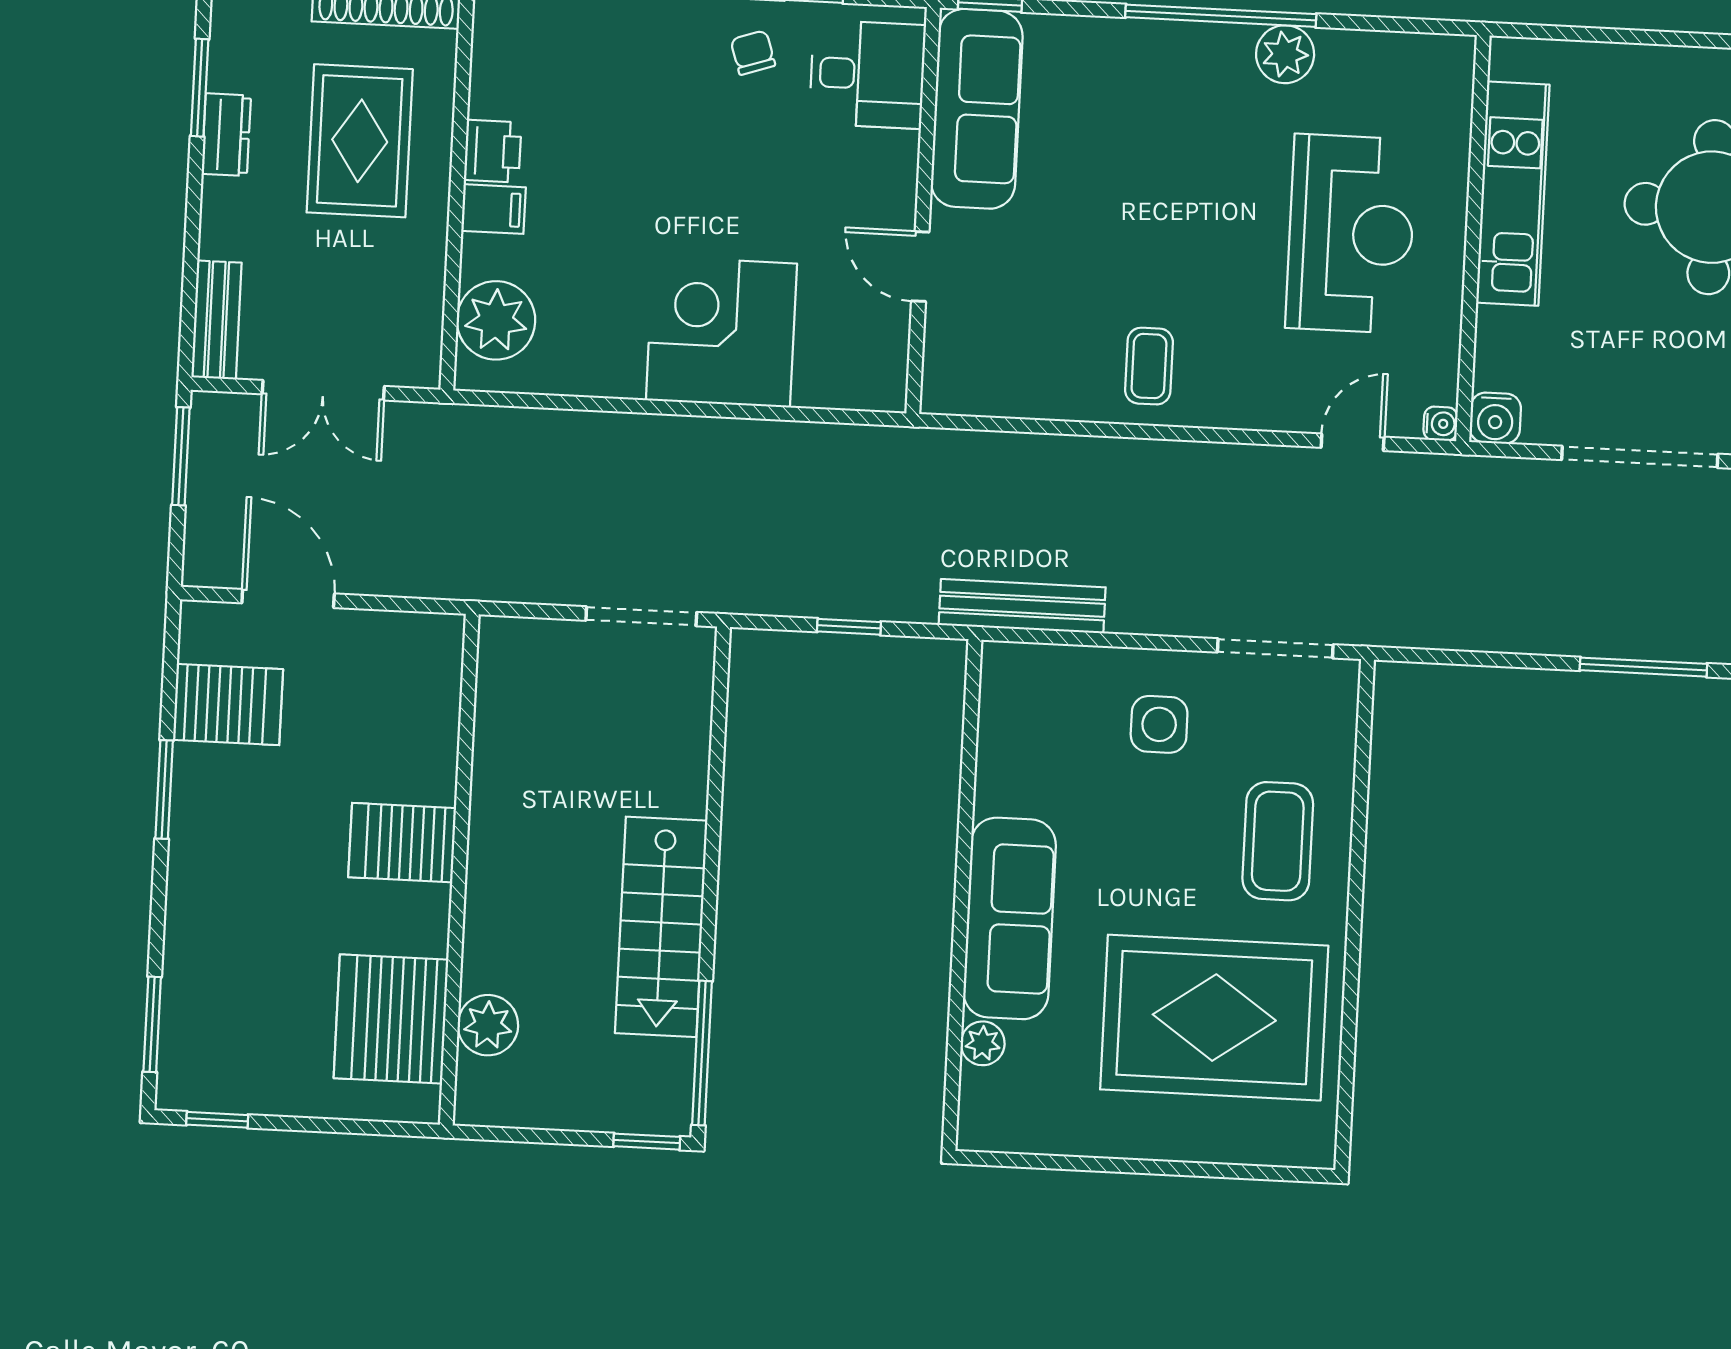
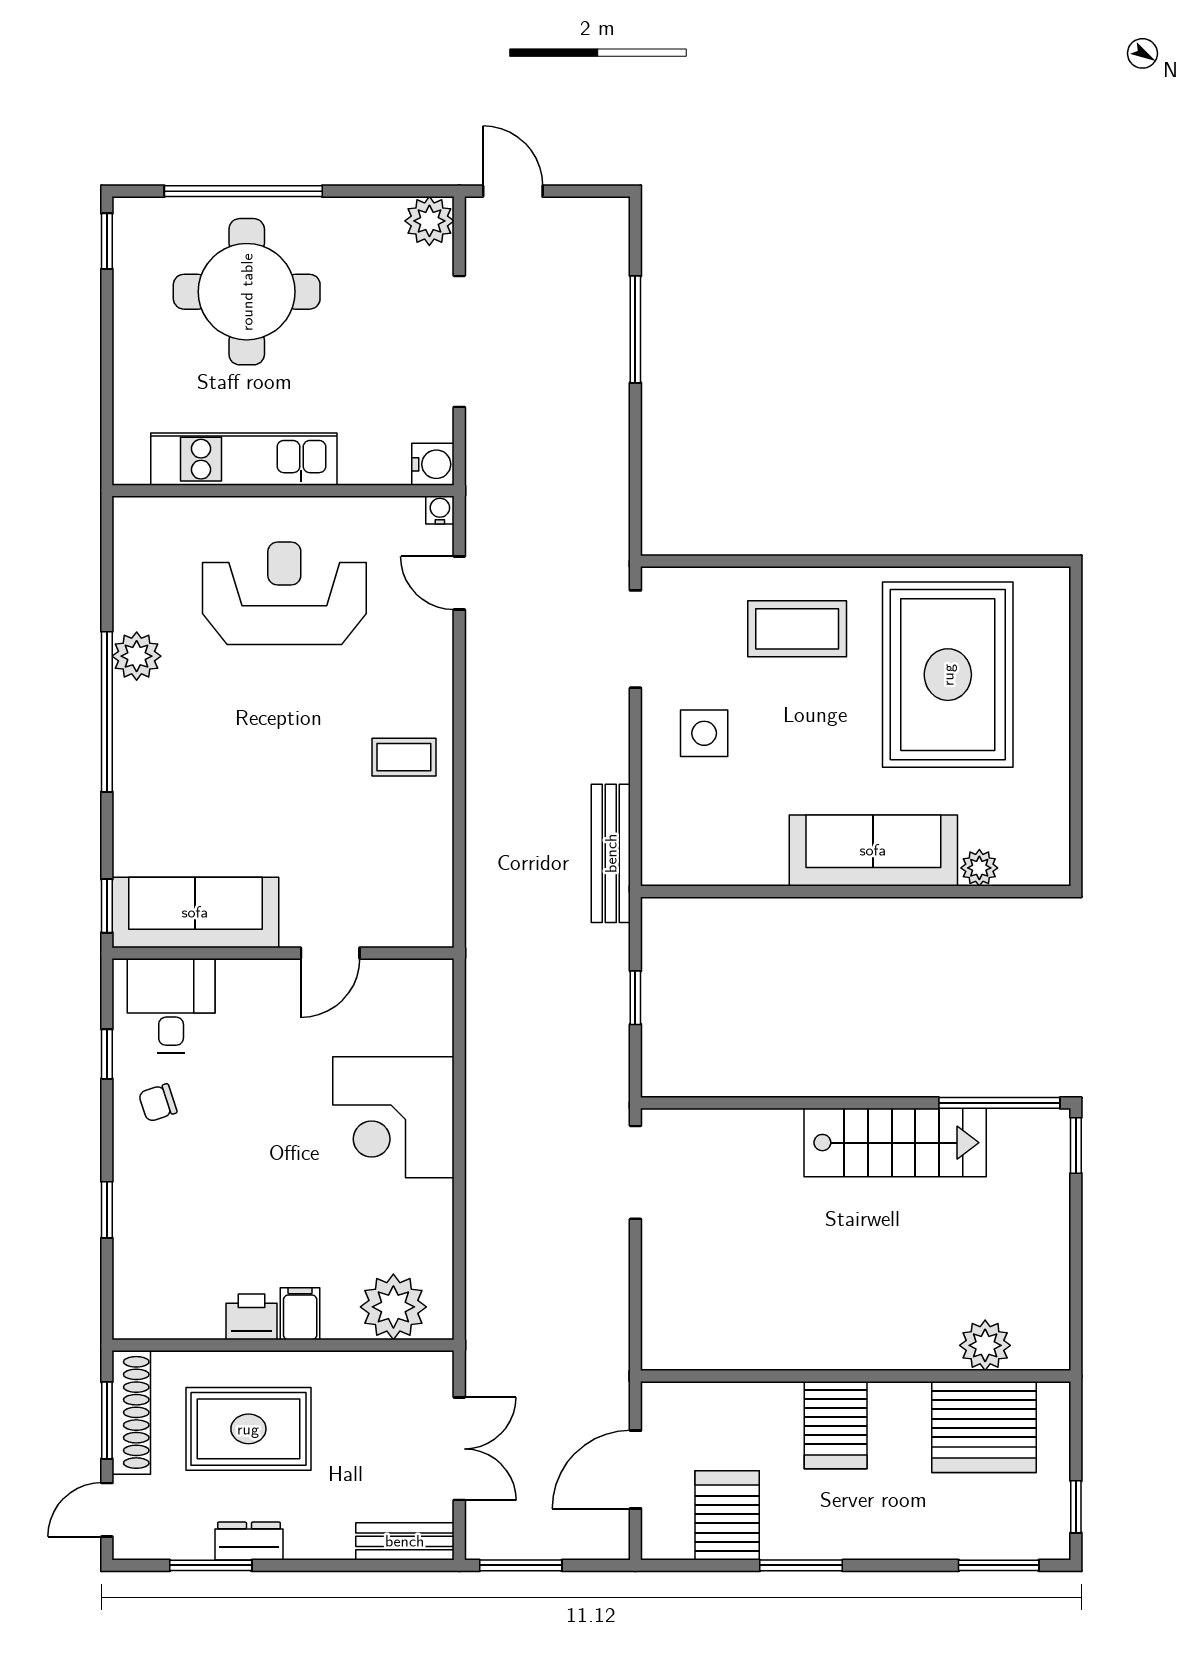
server rack: (402, 843) -> (836, 1425), moved
wall: (459, 870) -> (856, 1376), moved
server rack: (391, 1019) -> (984, 1427), moved
plant: (488, 1025) -> (985, 1345), moved

